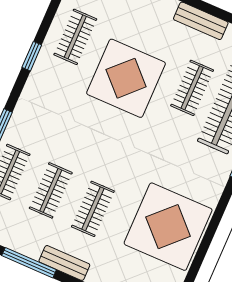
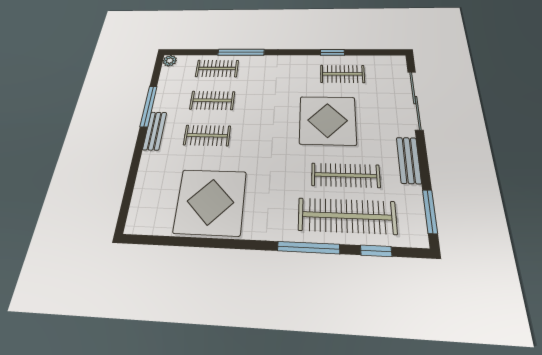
window: (32, 56) -> (332, 52), moved
clothes rail: (192, 88) -> (345, 175), width x1.36

